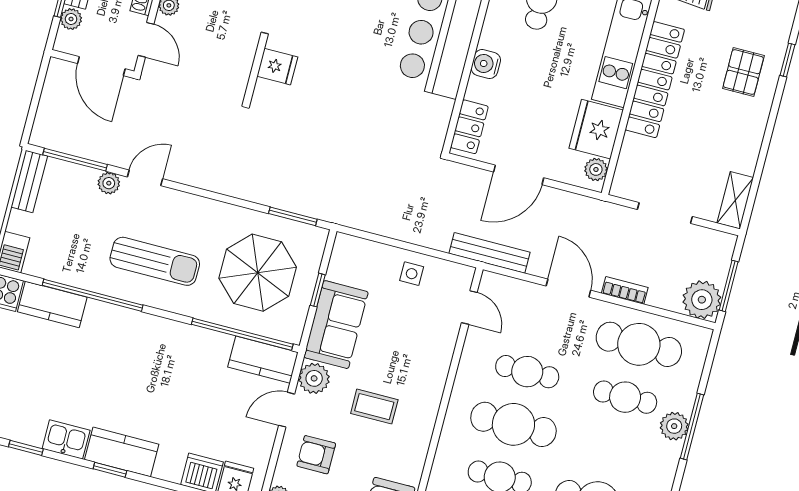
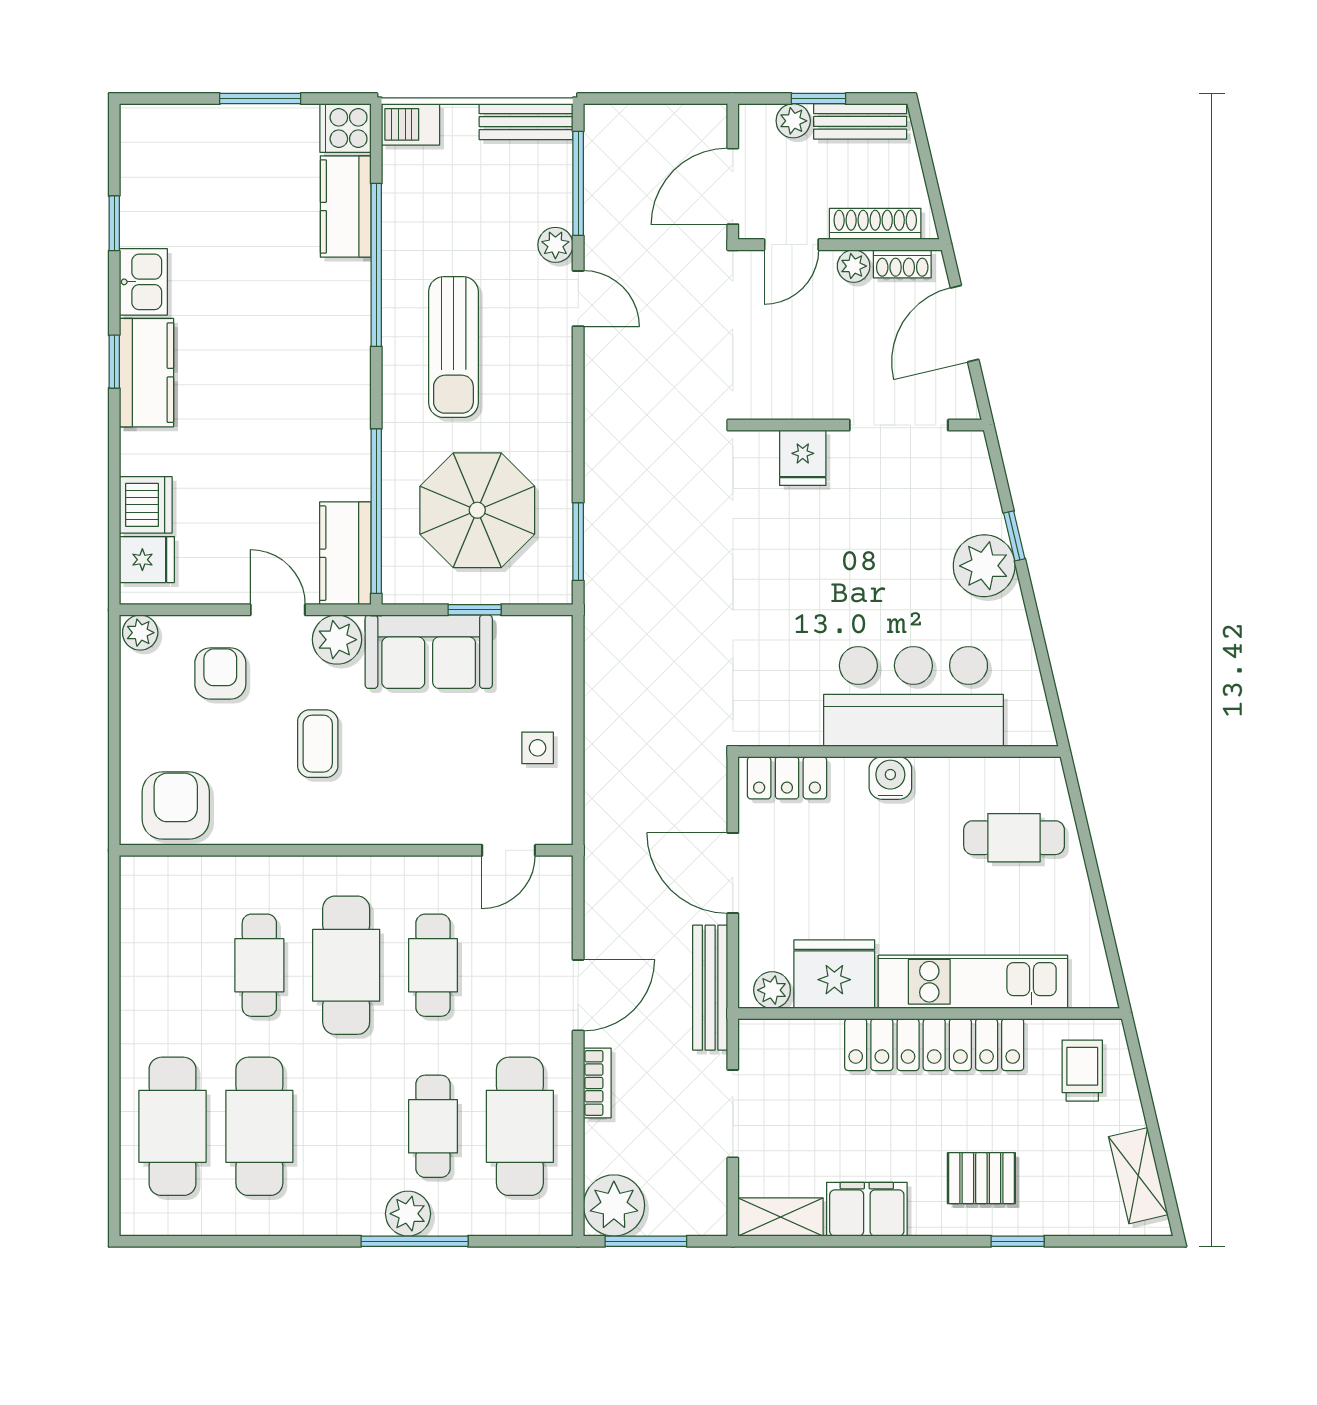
filing cabinet: (744, 147) -> (867, 1209), added
bench: (489, 253) -> (710, 988), moved

